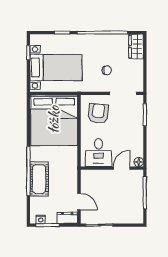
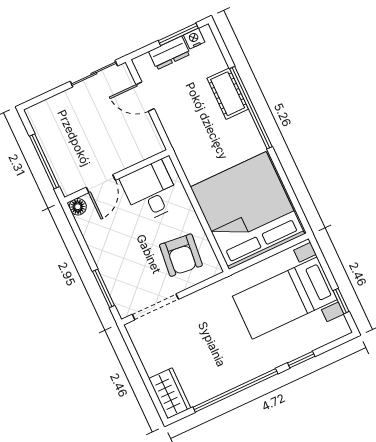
chair: (107, 70) -> (200, 332), removed
cot: (39, 179) -> (228, 94), width x0.73, depth x0.75
dresser: (67, 218) -> (169, 53), moved

